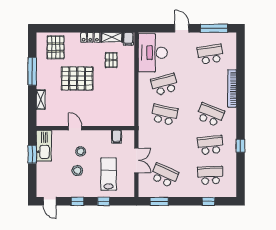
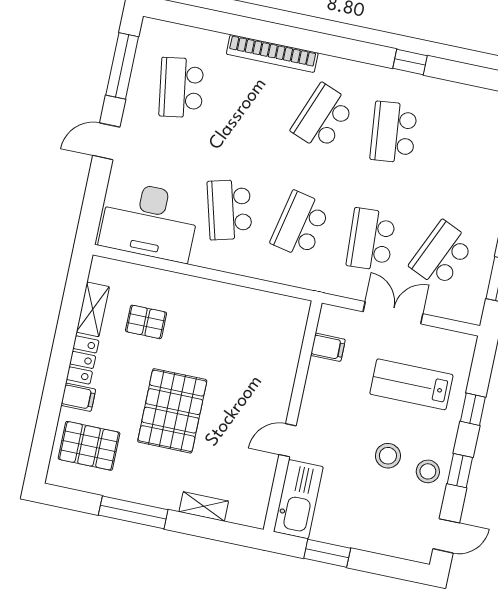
filing cabinet: (128, 39) -> (78, 397), moved
kitchen sink: (44, 146) -> (298, 499), moved, turned 90
stool: (81, 151) -> (428, 471), moved
school desk: (210, 175) -> (371, 239), moved

